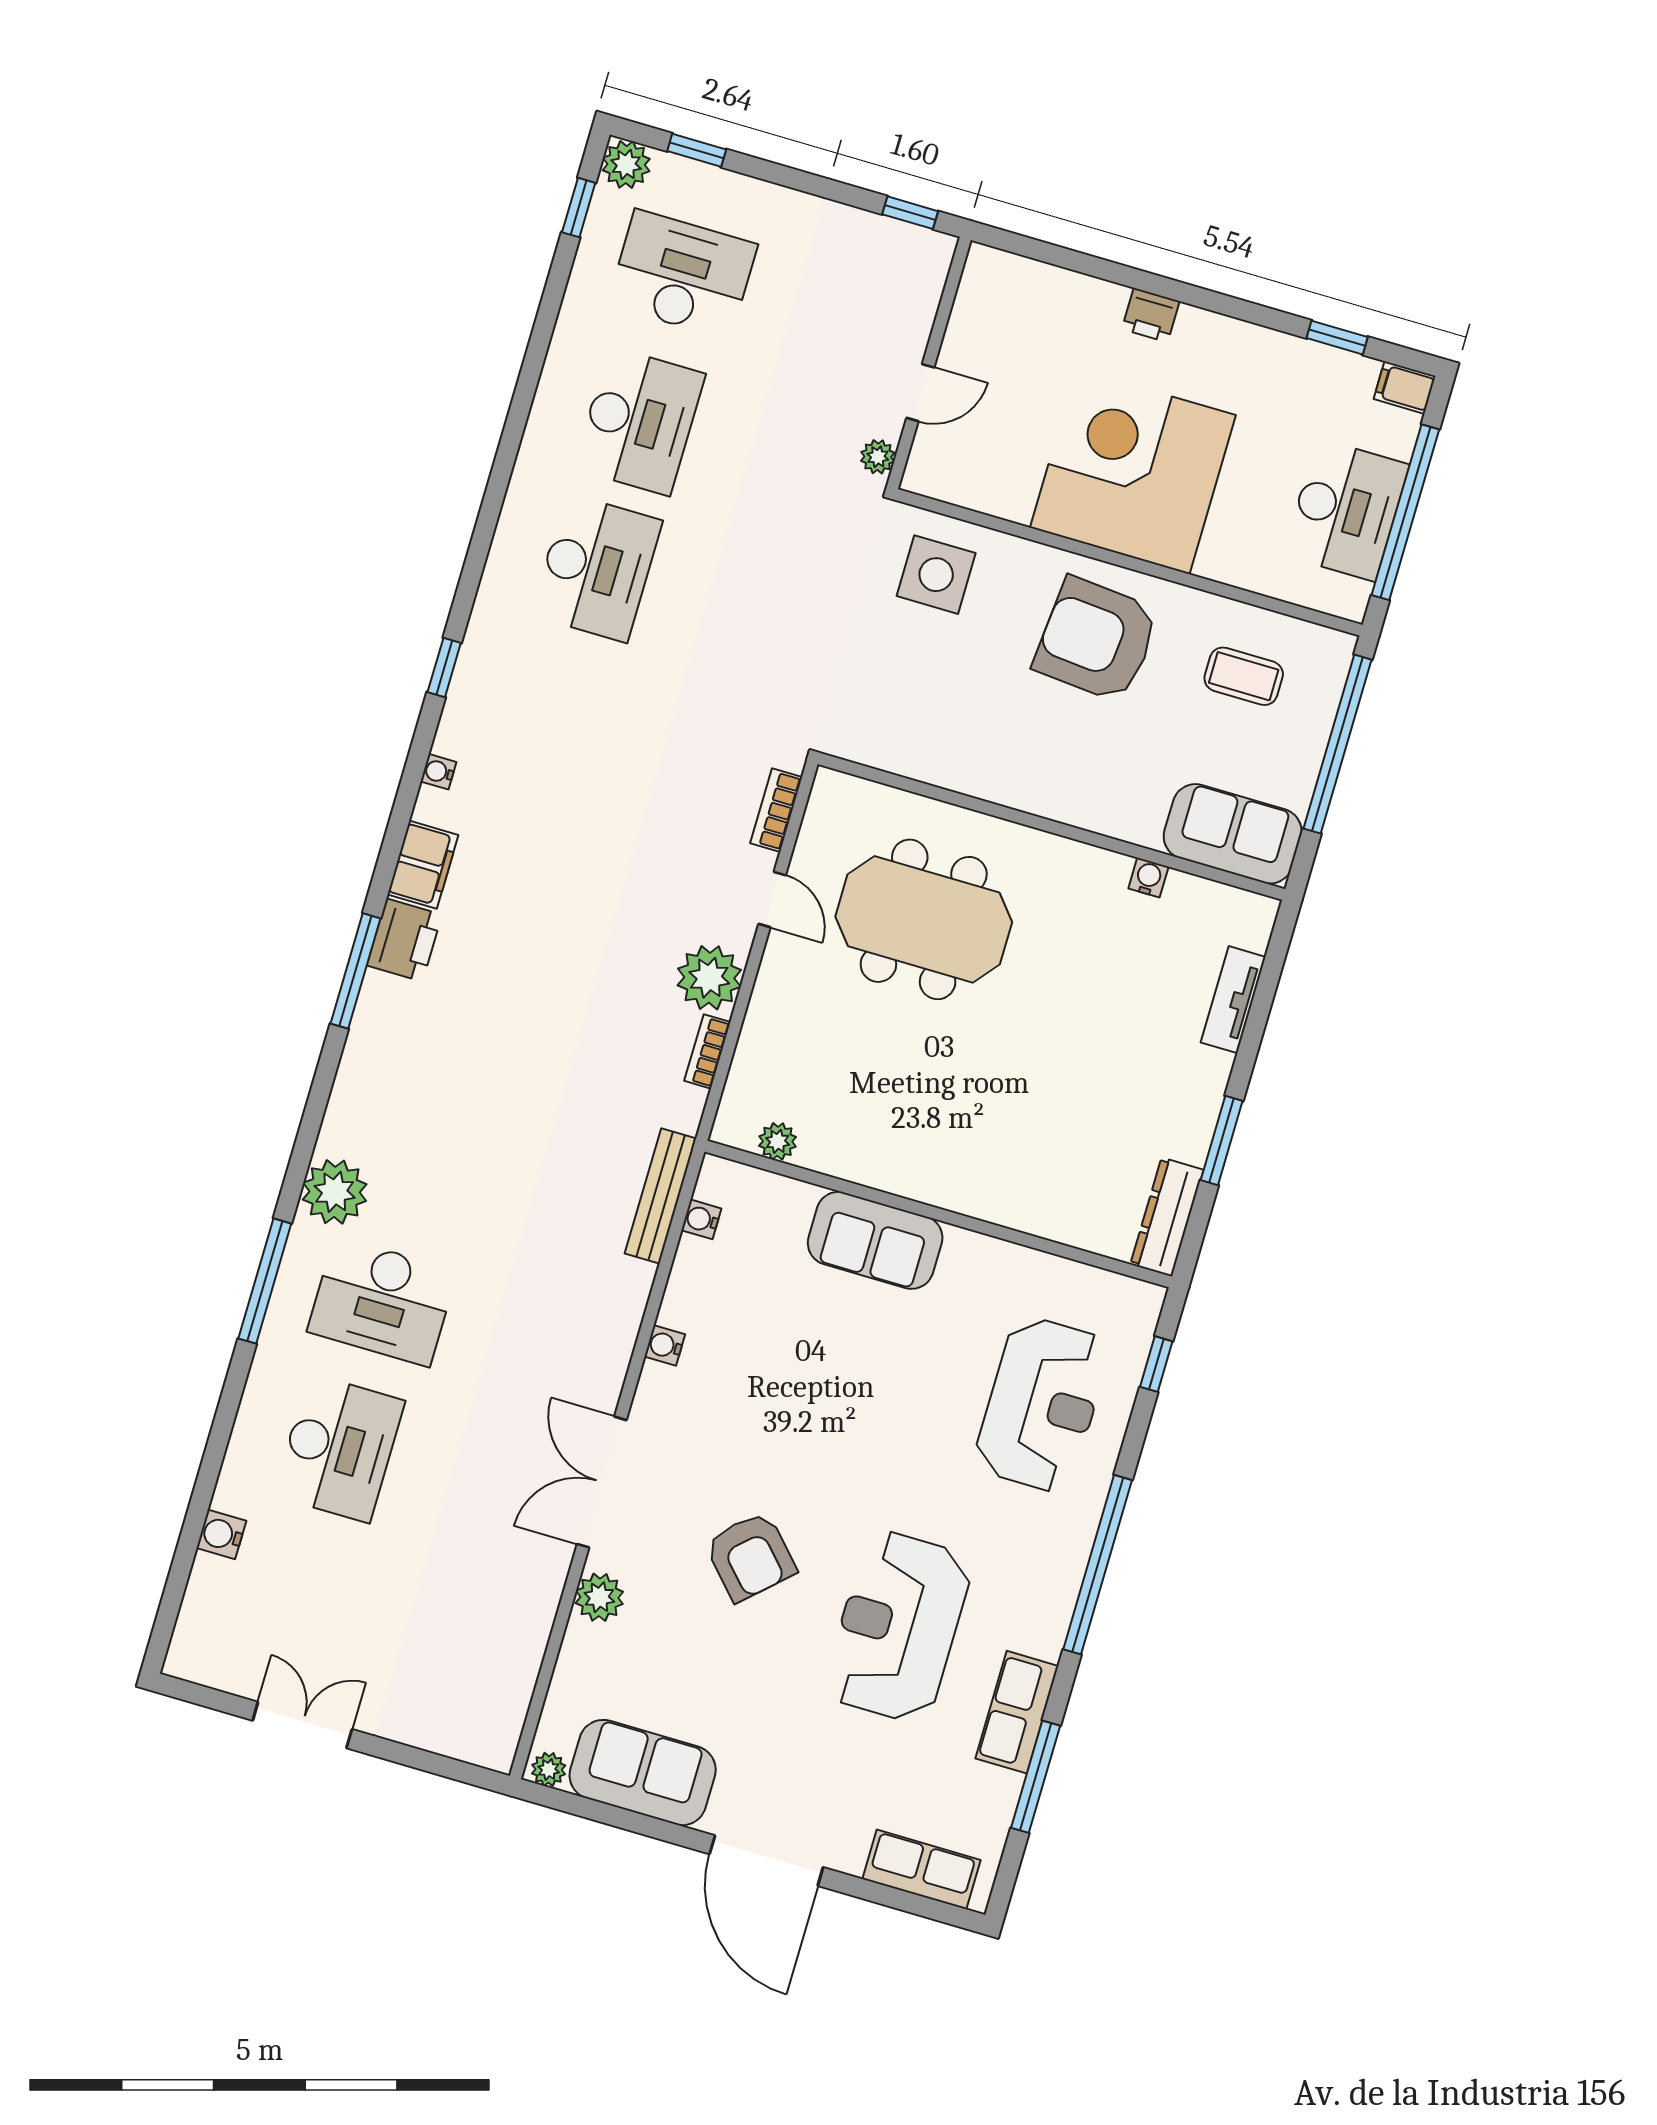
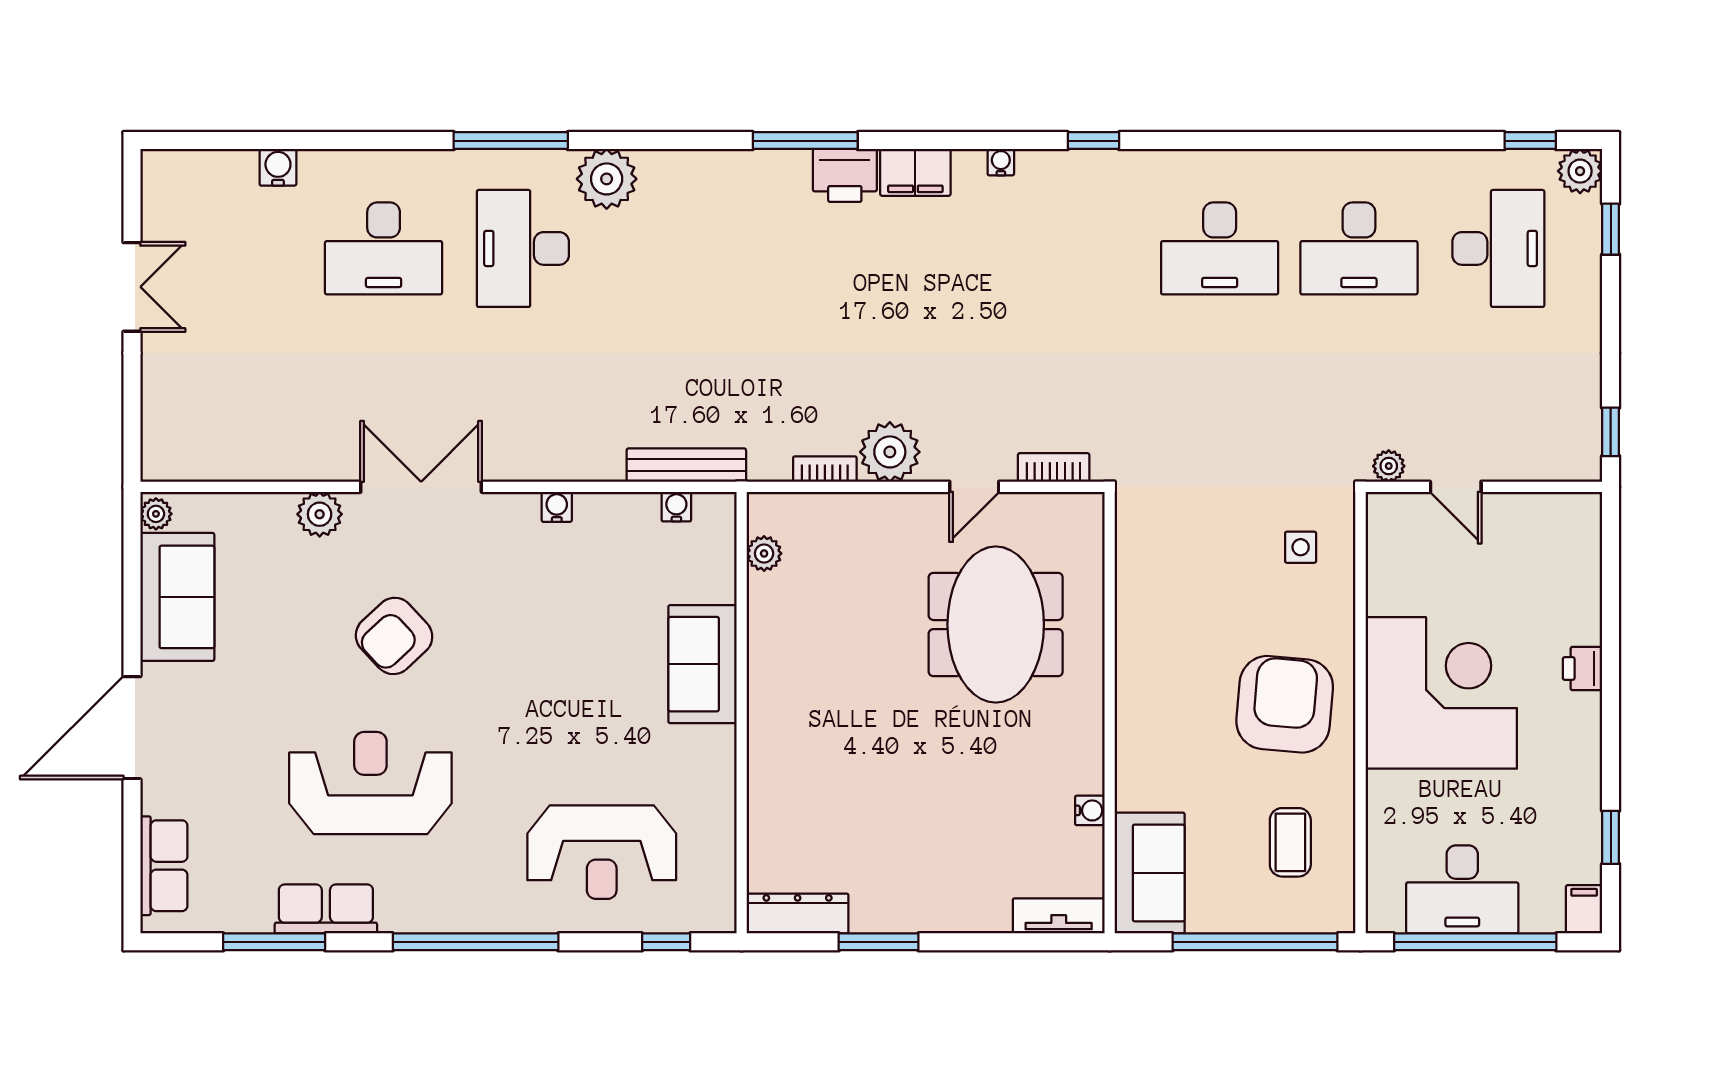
side table: (936, 575) -> (1301, 547), width x0.54, depth x0.54
tv unit: (1233, 1000) -> (1059, 916), moved

